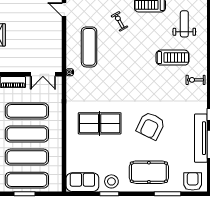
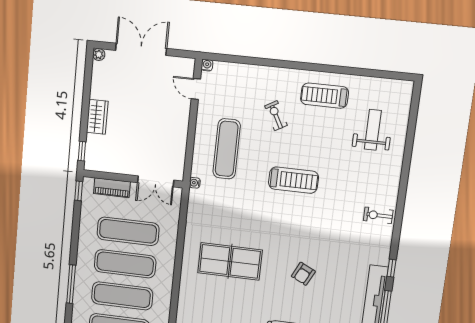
treadmill: (173, 58) -> (293, 180), moved
armchair: (151, 126) -> (303, 274), width x0.53, depth x0.53

